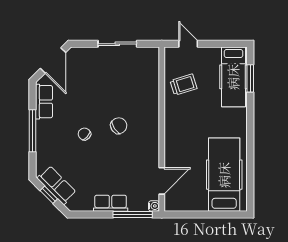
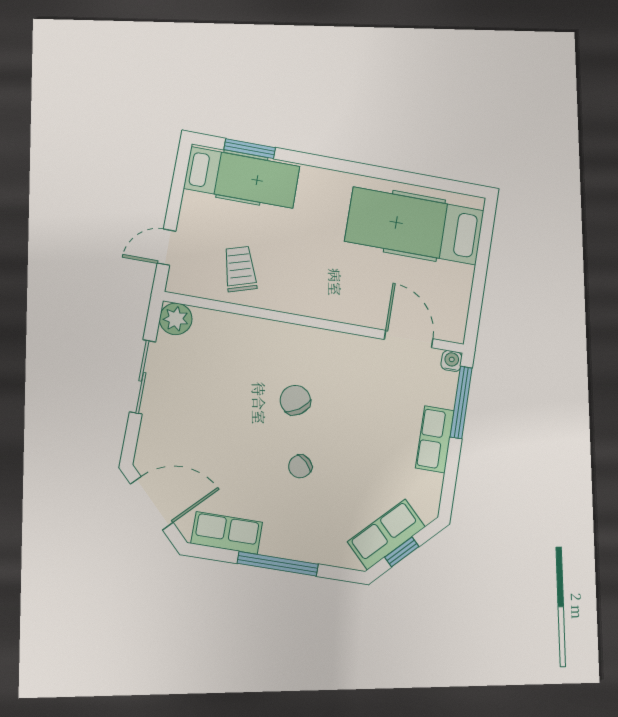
plant: (151, 55) -> (176, 319), added

